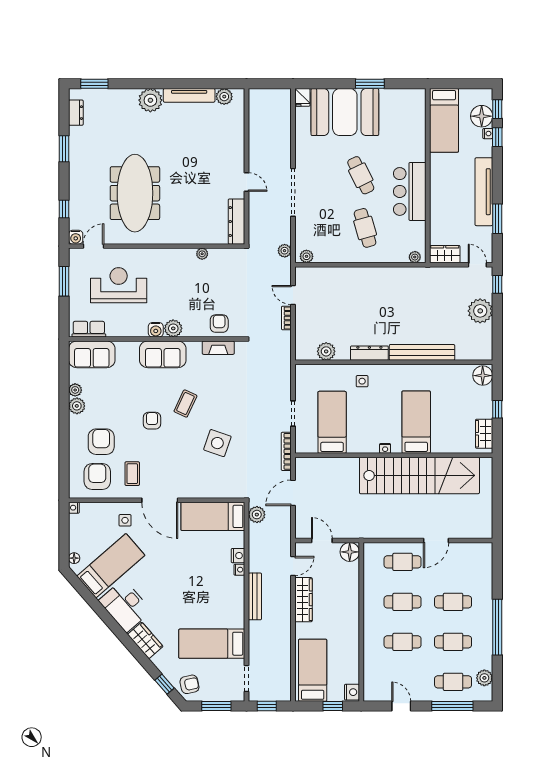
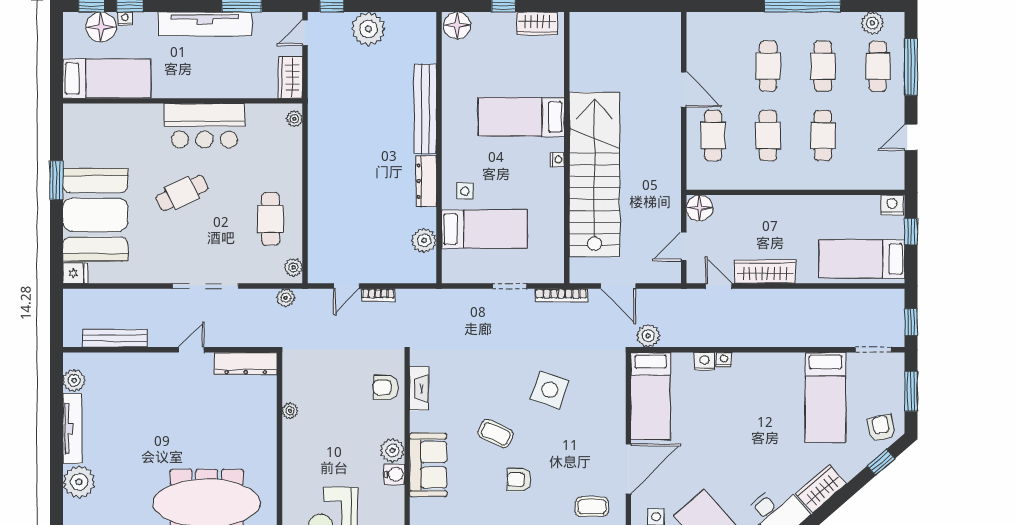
cafe table: (365, 228) -> (270, 219), moved, turned -74
bed: (332, 422) -> (484, 229), moved, turned 180
stairs: (419, 475) -> (594, 174), moved
bench: (255, 596) -> (115, 338), moved

